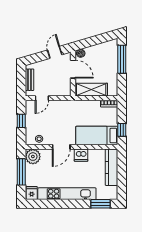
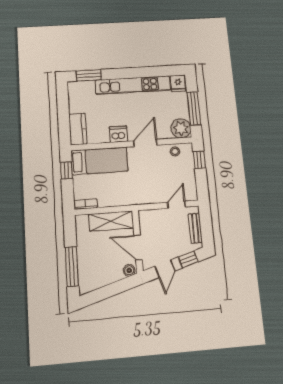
window: (37, 58) -> (188, 259), added
window: (21, 121) -> (199, 160), moved
kitchen counter: (112, 167) -> (78, 129), width x0.67

